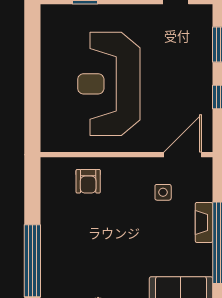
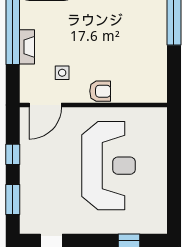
armchair: (88, 181) -> (100, 91), moved, turned 90

